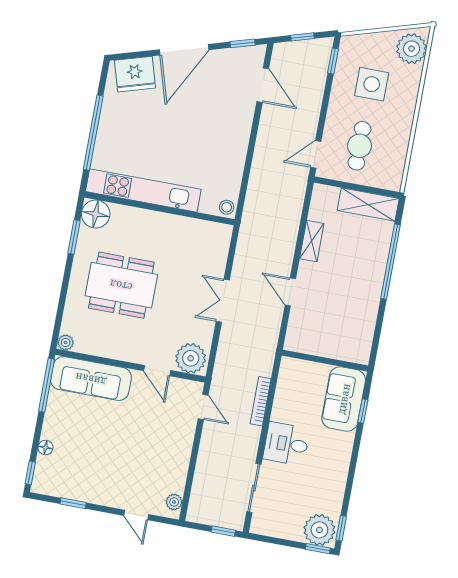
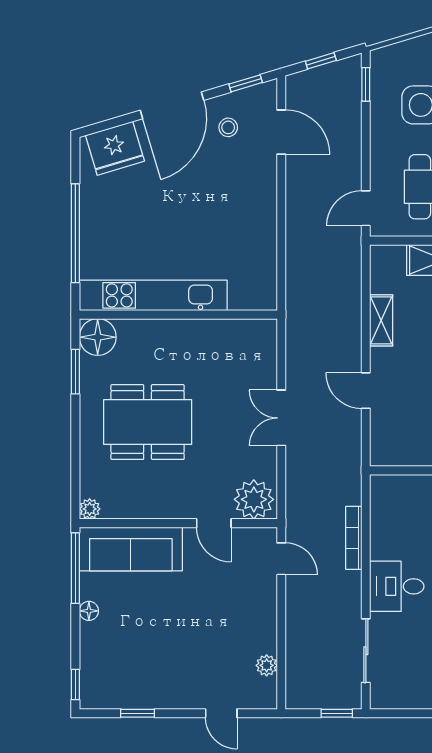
stool: (227, 207) -> (228, 127), moved
floor lamp: (46, 447) -> (89, 611), moved
plant: (174, 502) -> (267, 665), moved

